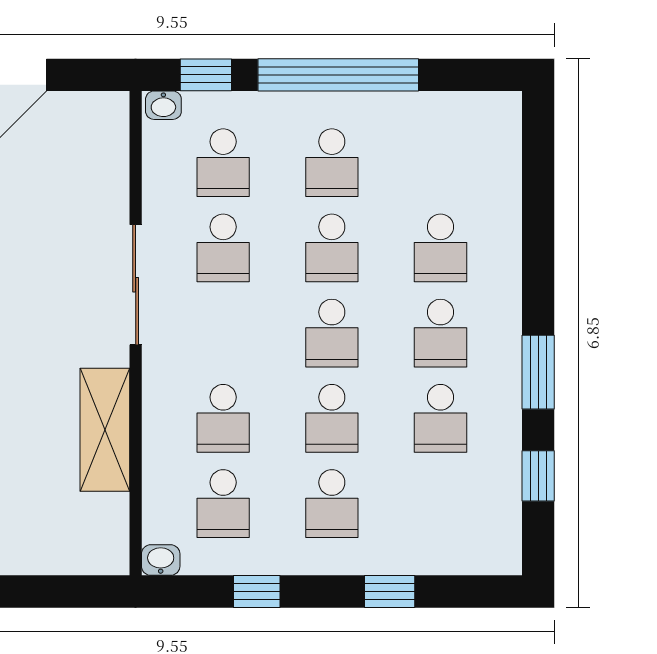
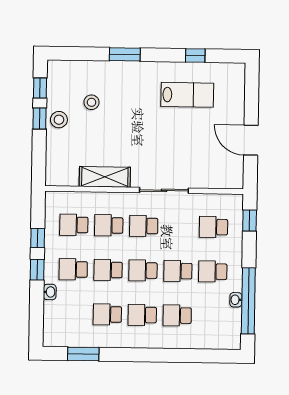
window: (338, 75) -> (248, 301), moved
washbasin: (163, 105) -> (236, 300), moved
school desk: (223, 248) -> (144, 226), moved
window: (538, 372) -> (126, 355), removed
window: (538, 476) -> (83, 354), width x1.50
washbasin: (161, 560) -> (50, 292), moved
window: (390, 591) -> (37, 270), moved

